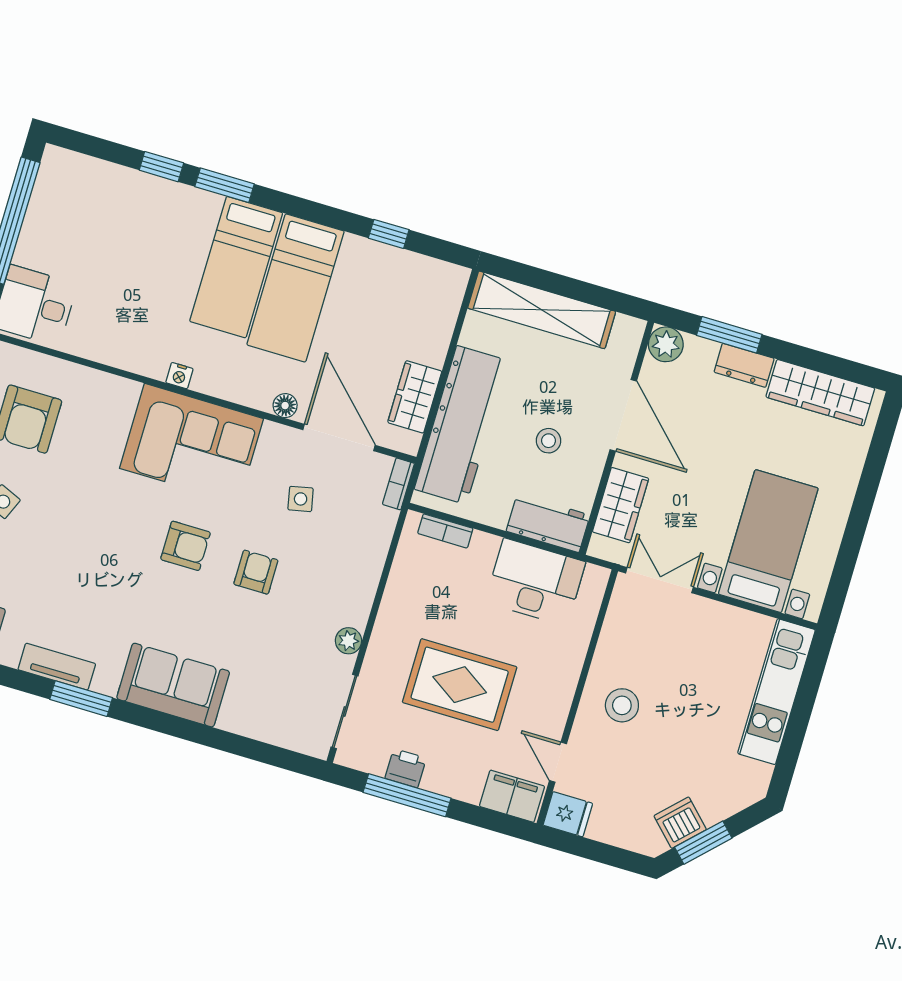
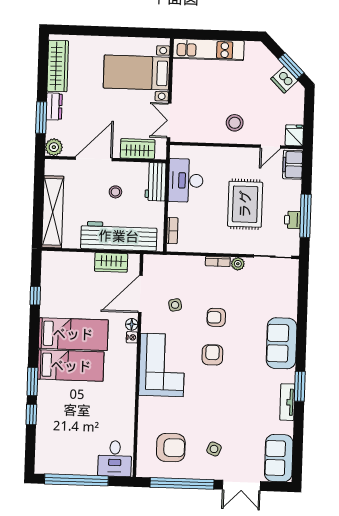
nightstand: (179, 376) -> (132, 337), moved
bookcase: (398, 484) -> (218, 261), moved

